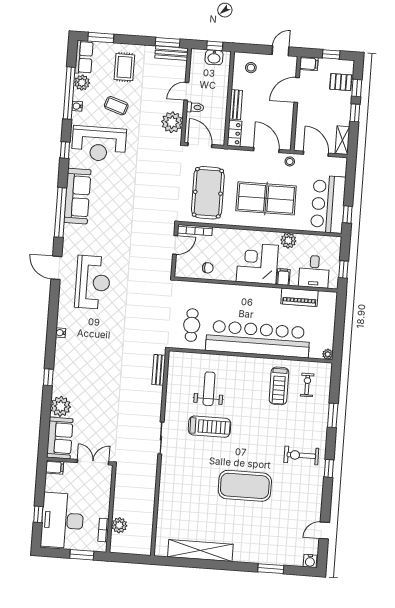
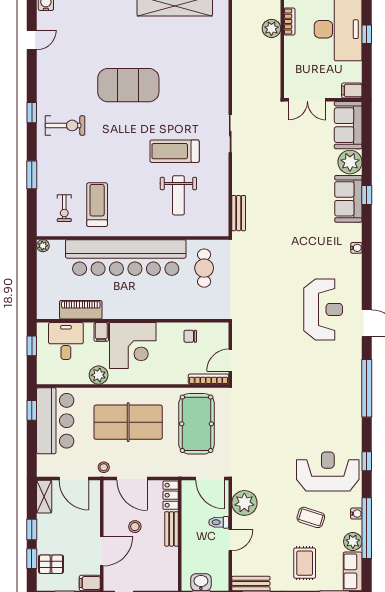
stool: (251, 68) -> (135, 527), moved
sofa: (77, 196) -> (348, 199), moved, width x0.73
reception desk: (93, 282) -> (323, 309), turned 180

